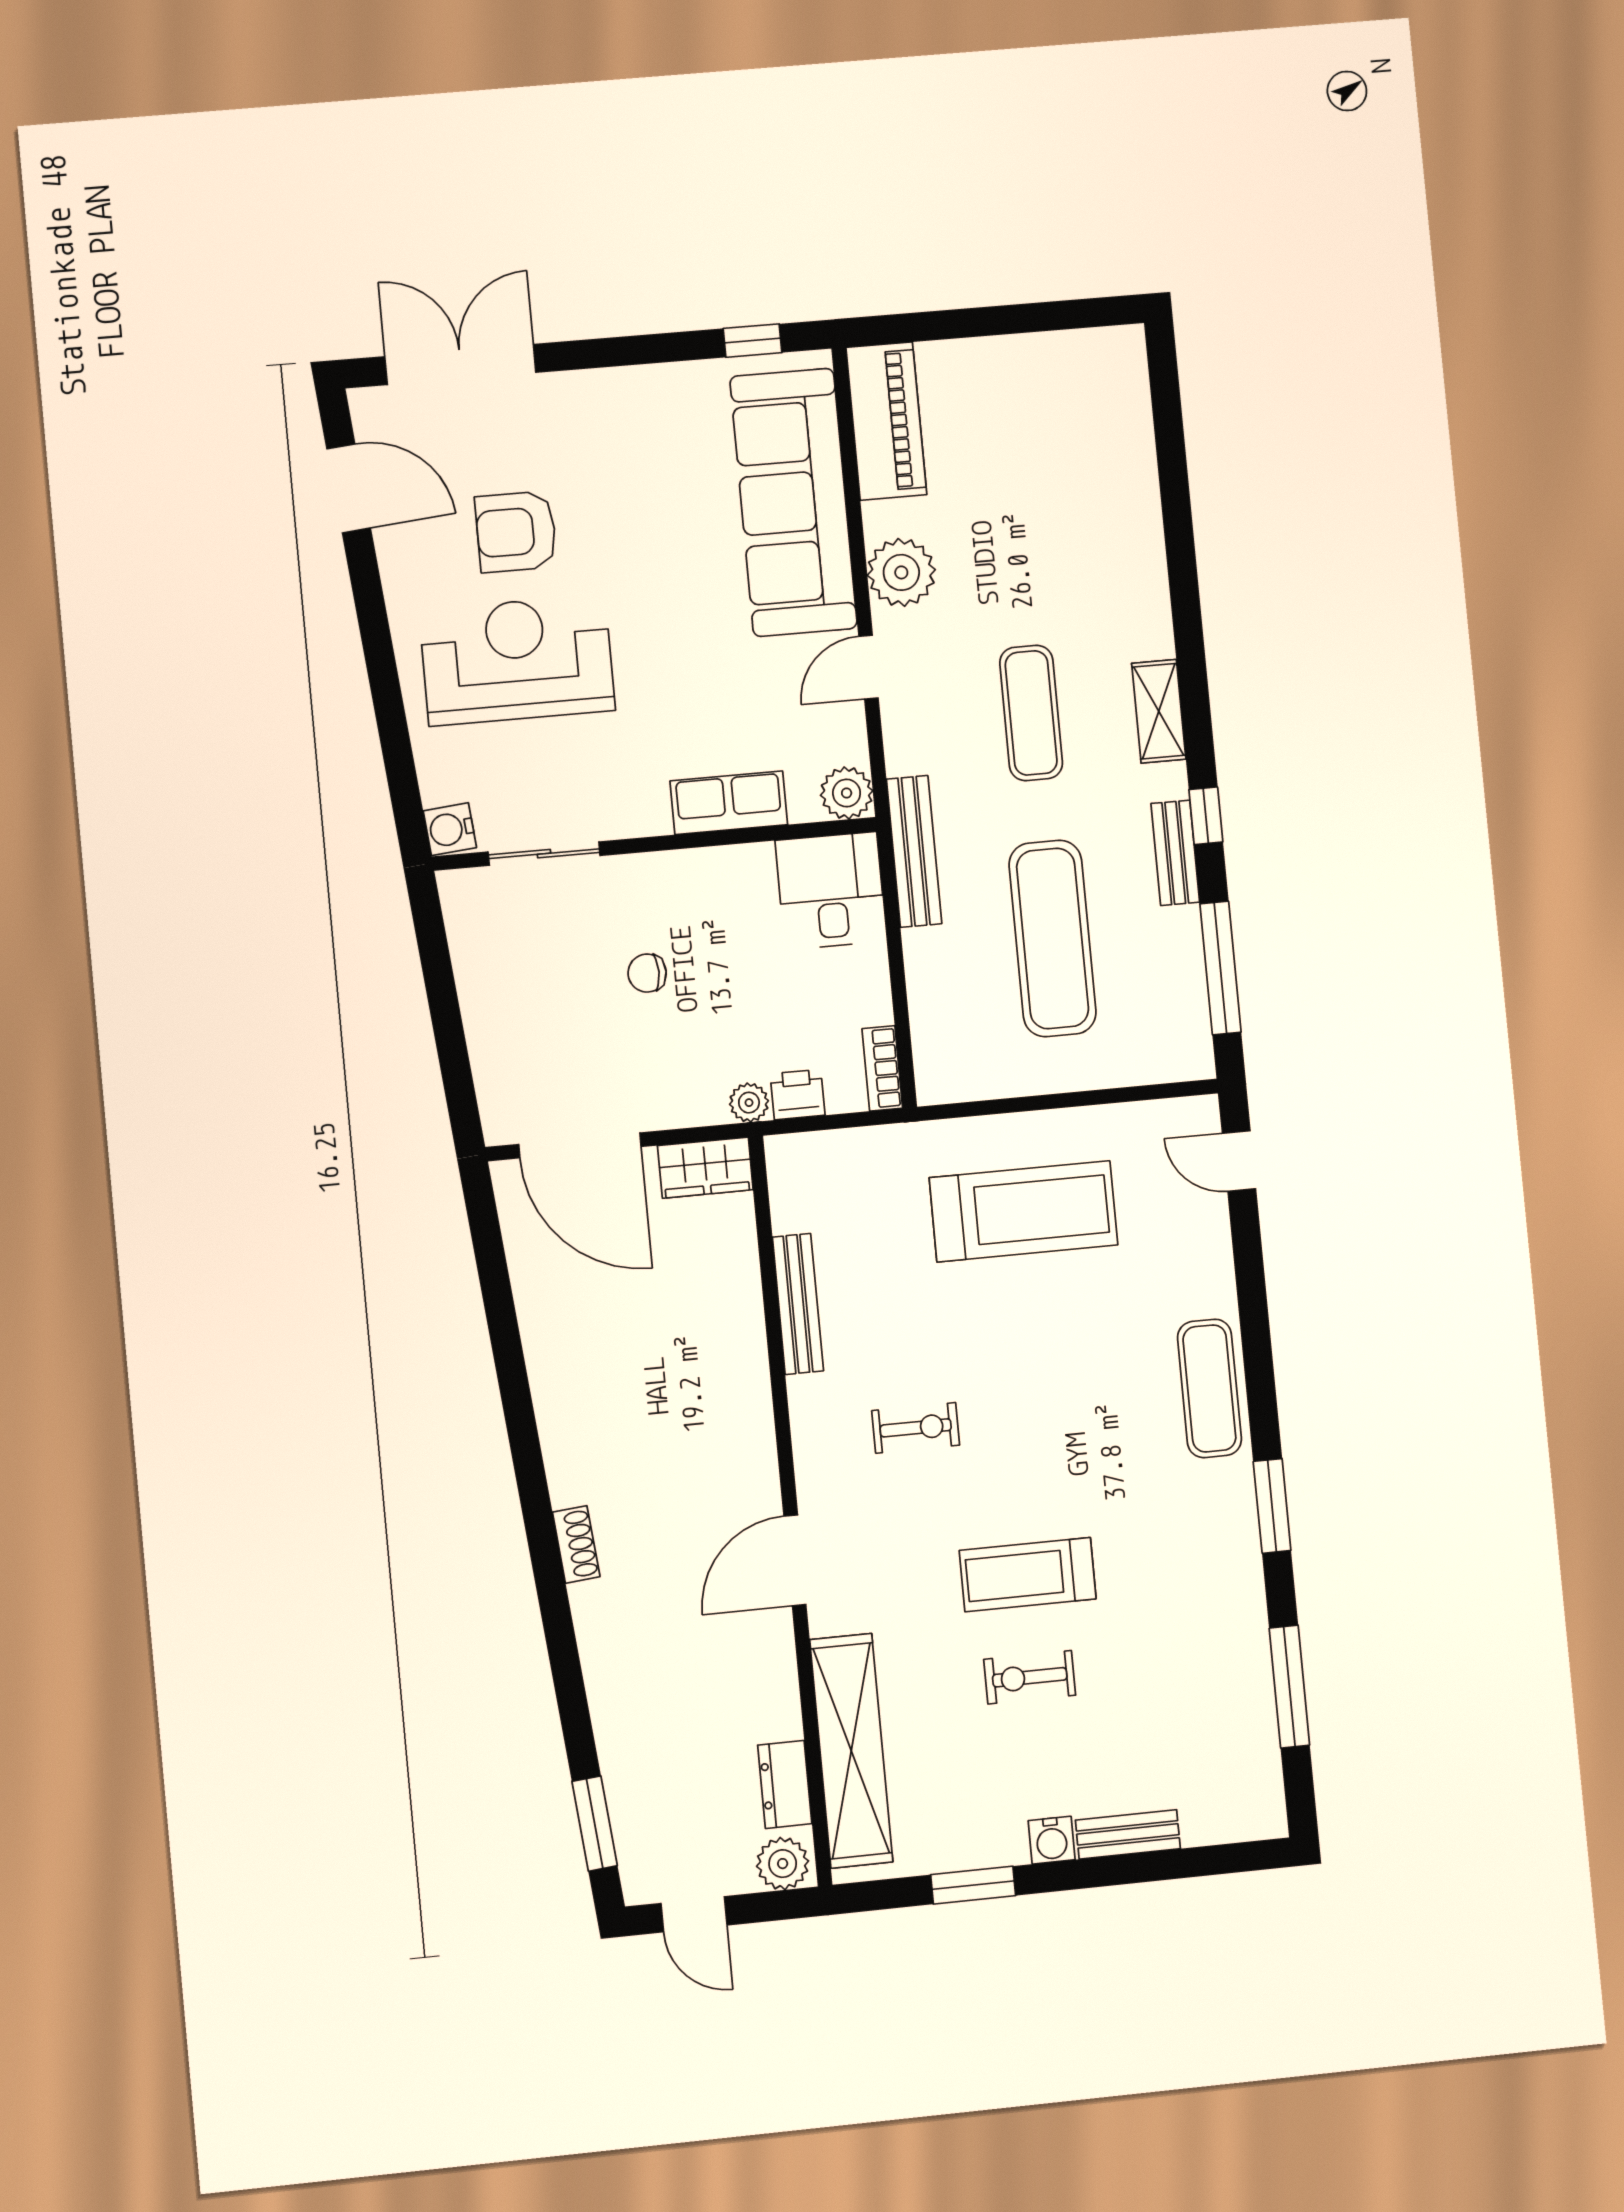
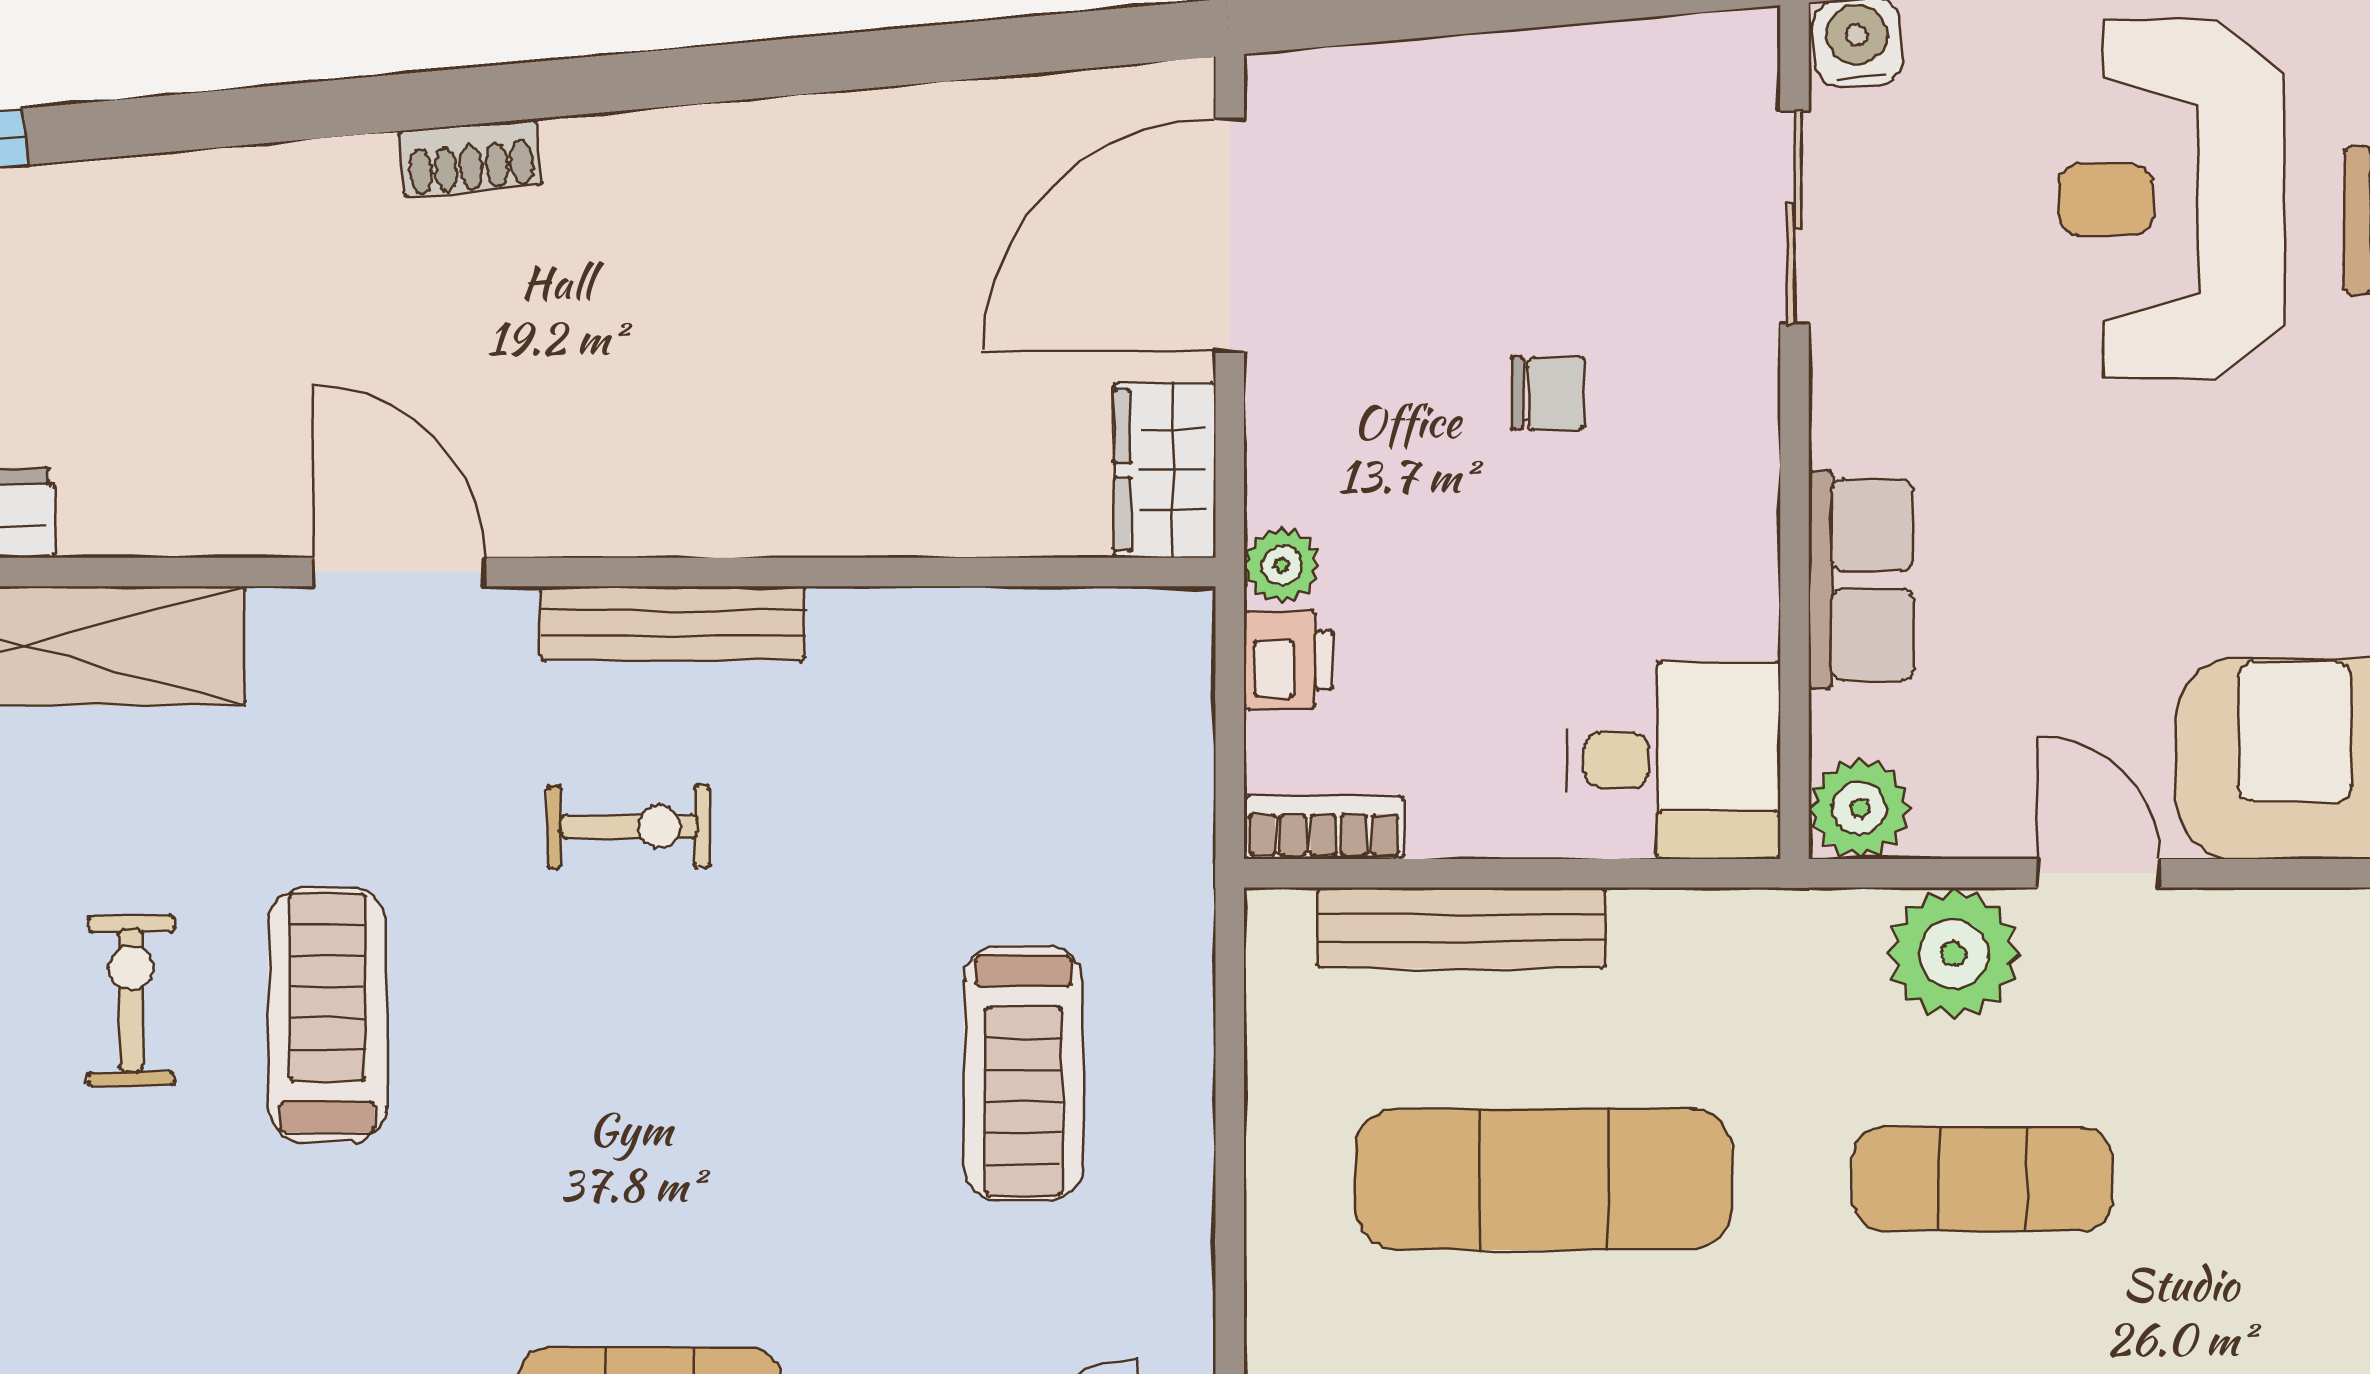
plant: (901, 572) -> (1954, 954), moved
reception desk: (517, 660) -> (2171, 200), turned 180
bench: (914, 851) -> (1461, 928), moved
chair: (647, 973) -> (1548, 393), turned 90
treadmill: (1024, 1211) -> (1023, 1073), width x0.73, depth x0.73
bench: (798, 1304) -> (673, 623), moved
exercise bike: (916, 1428) -> (629, 827), turned -90

